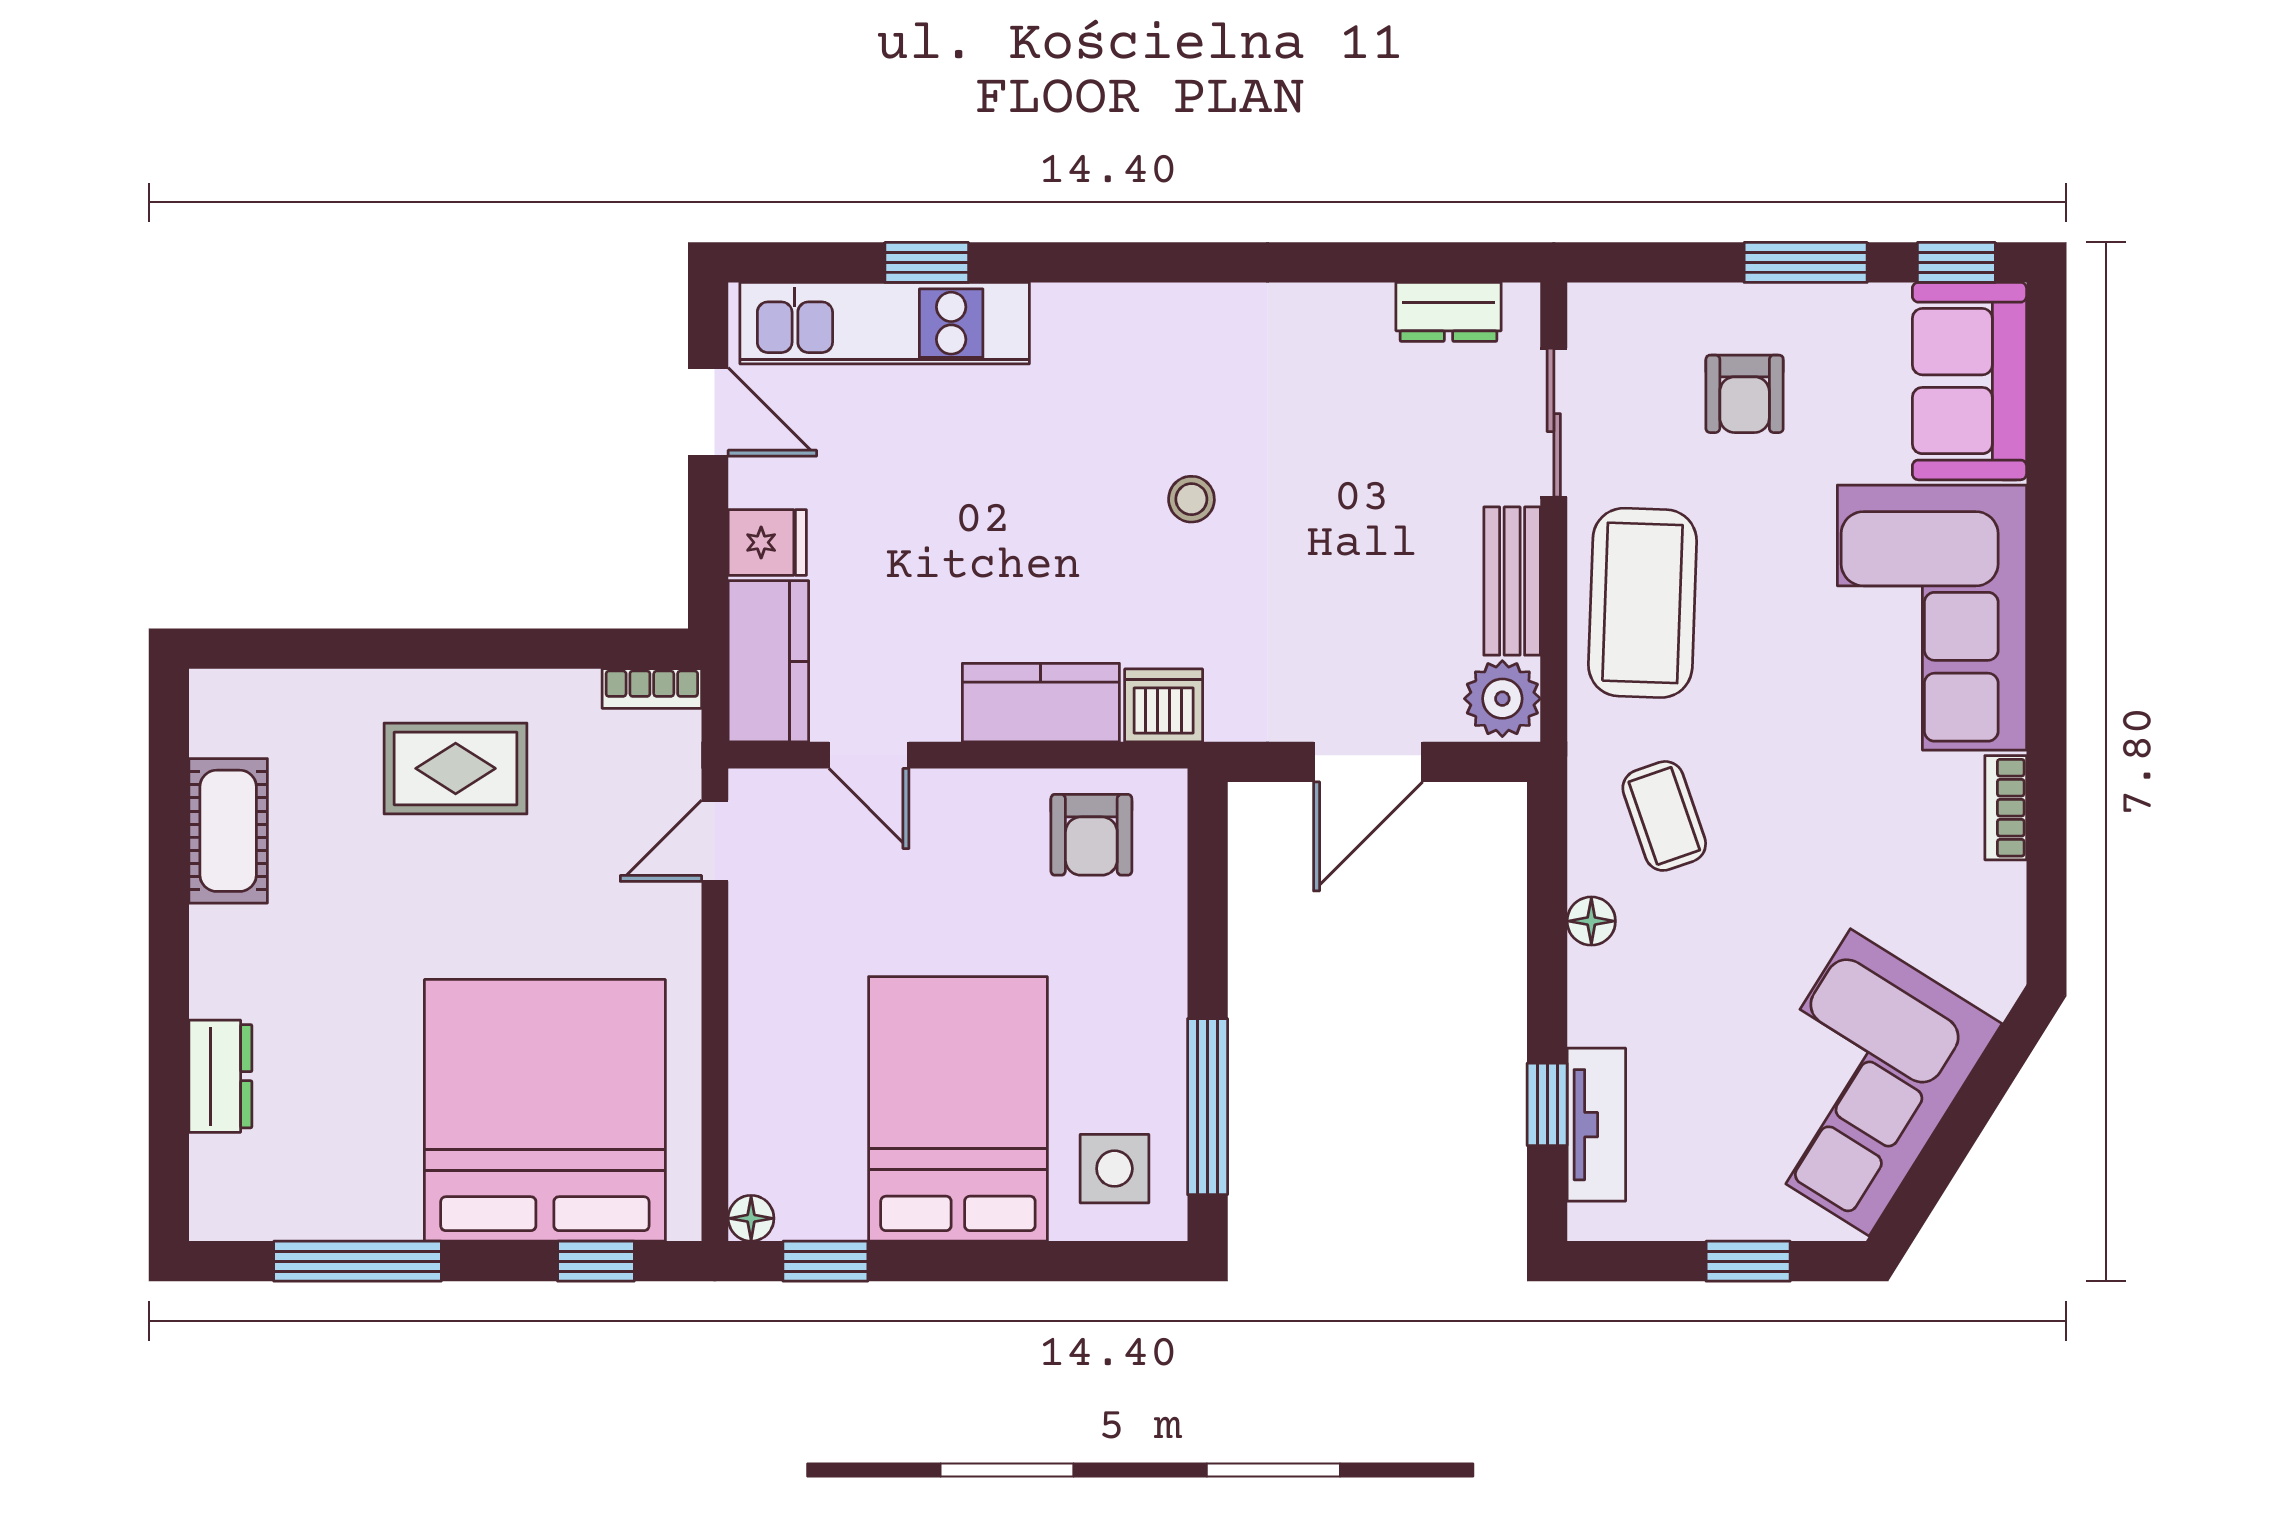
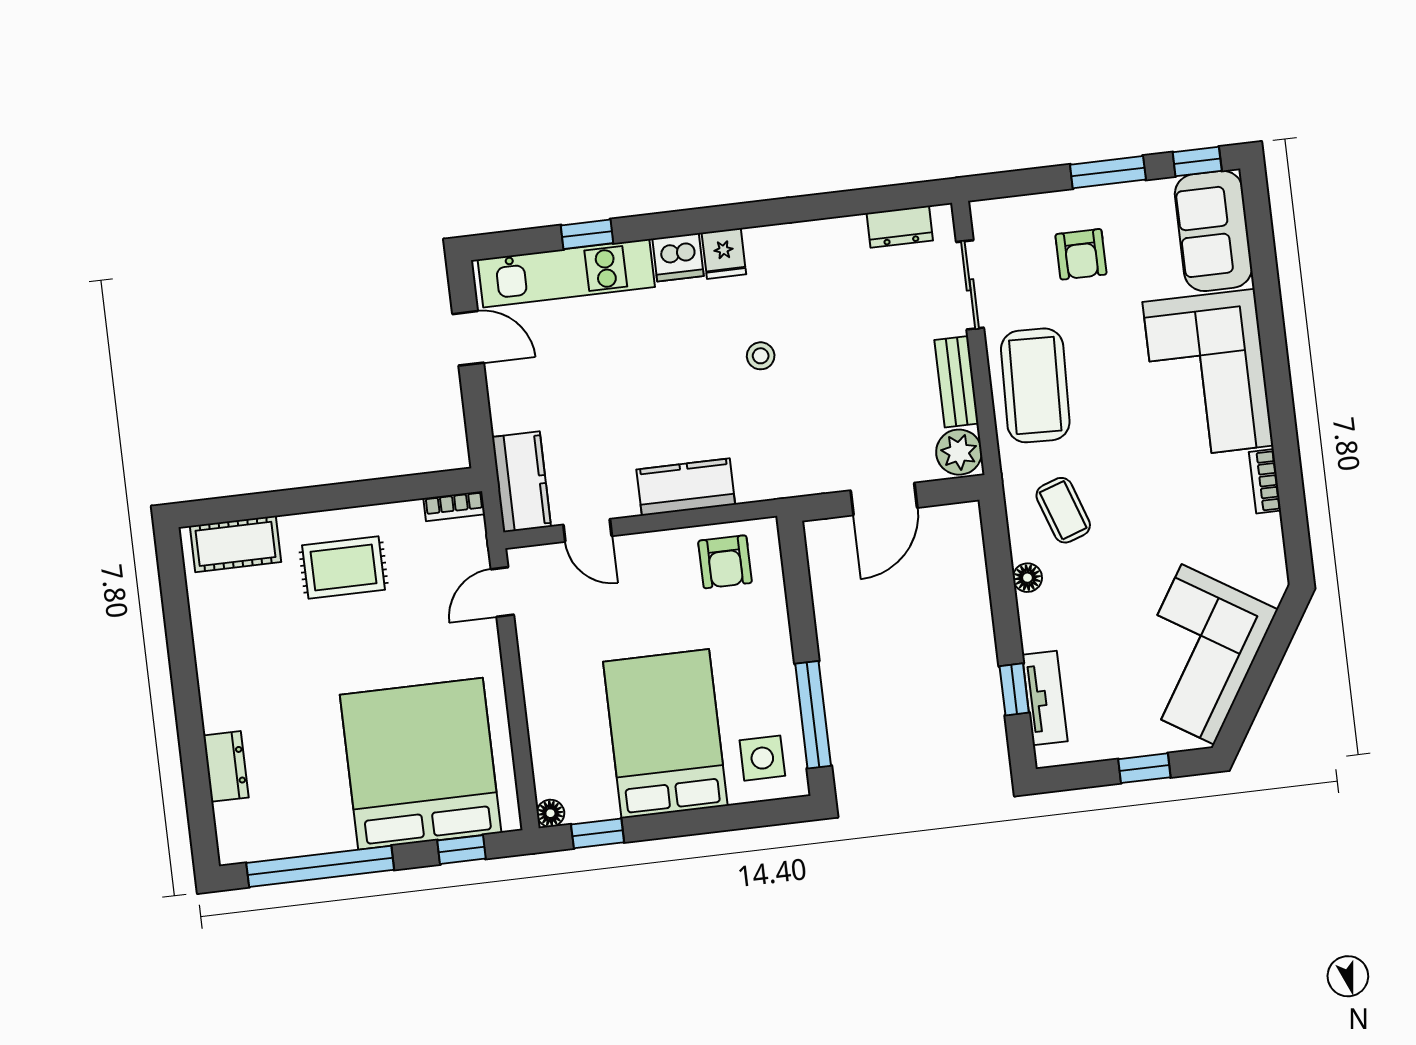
fridge: (767, 542) -> (724, 253), moved, turned 90
dishwasher: (1164, 705) -> (678, 257), moved, turned 180
cot: (228, 831) -> (236, 544), moved, turned 90
window: (357, 1261) -> (320, 866), width x1.46

